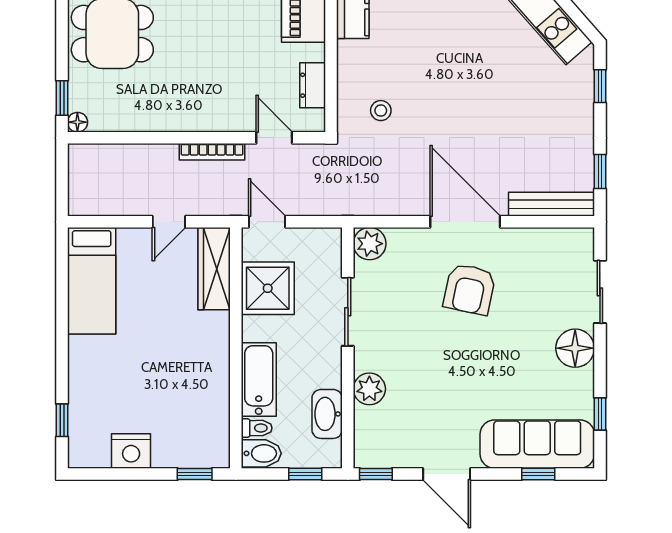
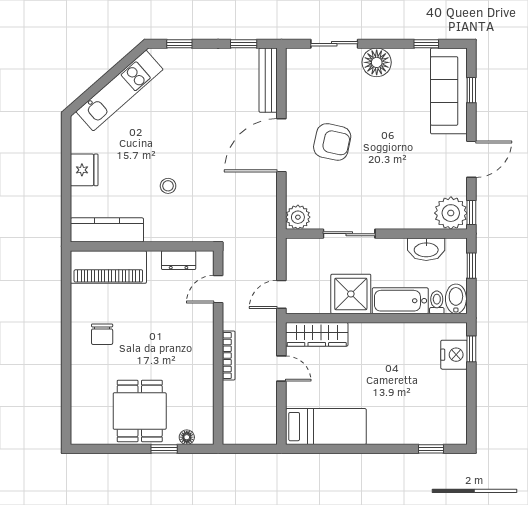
window: (62, 98) -> (164, 449), moved
stool: (381, 111) -> (168, 186), moved
floor lamp: (77, 122) -> (187, 437), moved
bookcase: (212, 152) -> (229, 355), moved
shower: (268, 288) -> (351, 294), moved
plant: (369, 389) -> (451, 213), moved, width x1.36, depth x1.36
nightstand: (131, 451) -> (454, 355), moved

